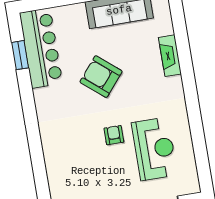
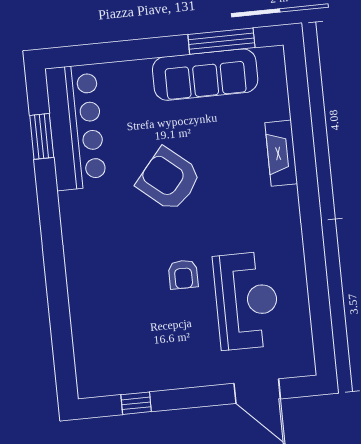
armchair: (114, 135) -> (183, 274), turned 180

